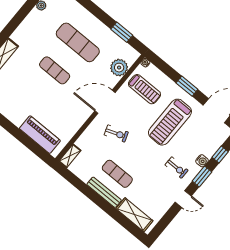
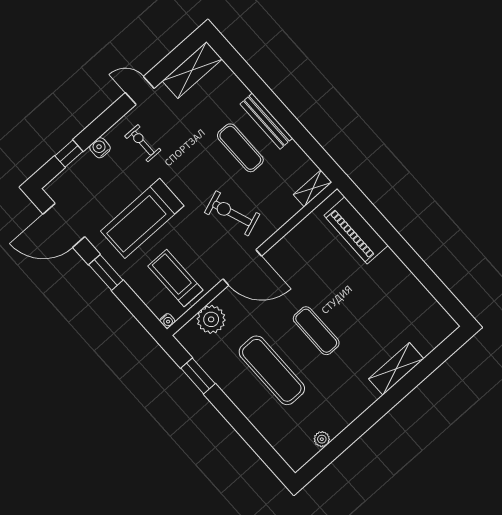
treadmill: (170, 122) -> (142, 218), turned 180
exercise bike: (116, 133) -> (232, 213), width x1.38, depth x1.39
window: (202, 177) -> (104, 122), removed
shelving: (134, 215) -> (192, 70), moved, turned 90

